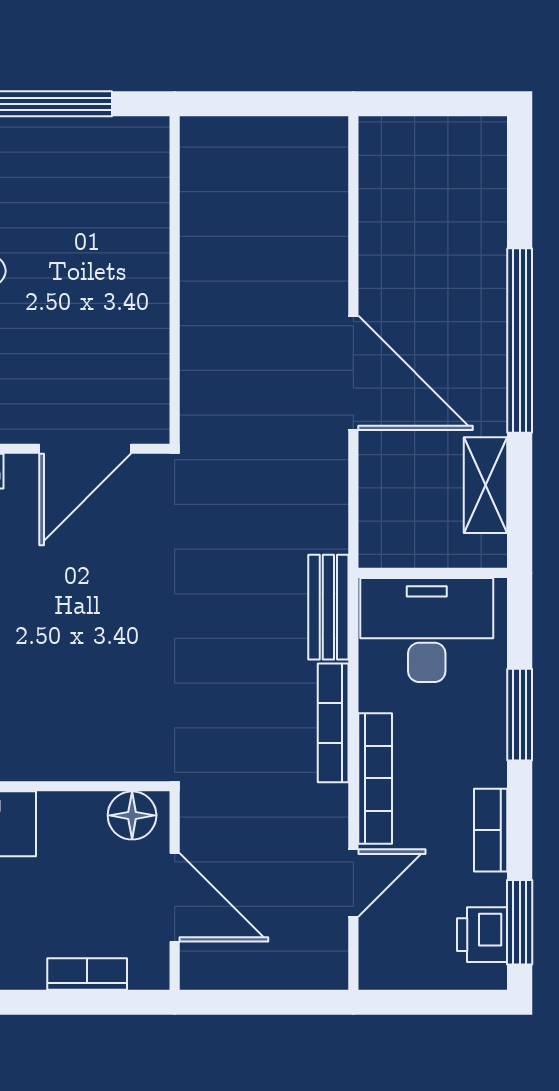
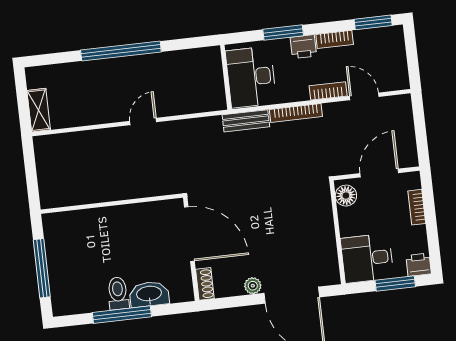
door: (353, 373) -> (143, 122), width x0.53
door: (85, 449) -> (189, 234), width x1.36
shelving: (486, 485) -> (39, 110), moved, turned 90
bookcase: (375, 778) -> (328, 91), width x0.64
printer: (482, 935) -> (303, 47), moved

